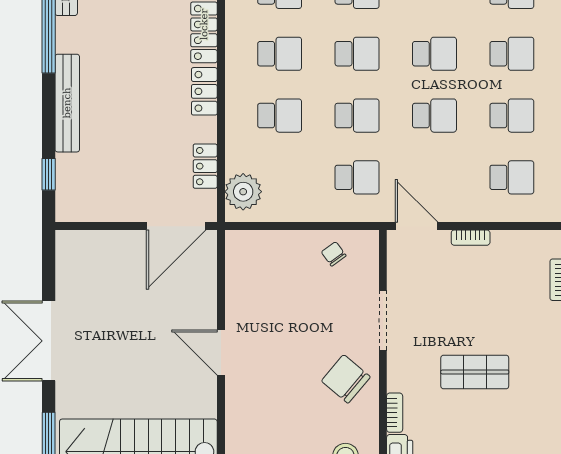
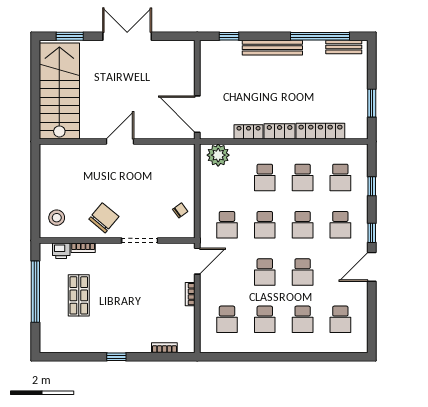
locker: (205, 166) -> (249, 132), moved
shop shelf: (475, 372) -> (79, 295), moved

